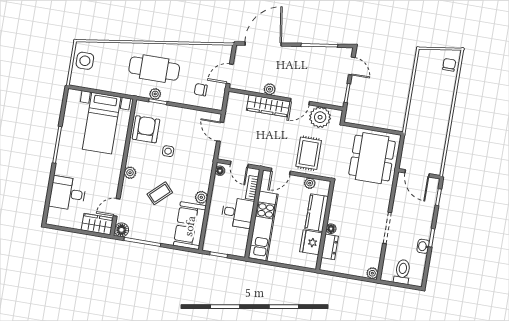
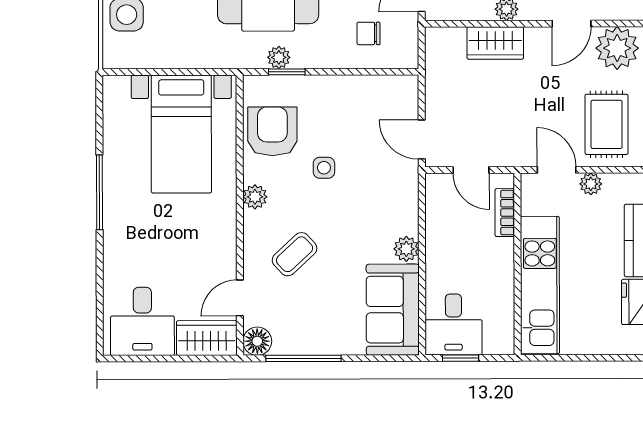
wardrobe: (268, 106) -> (495, 43), width x0.67
door: (220, 132) -> (422, 140), moved
floor lamp: (220, 171) -> (435, 189), removed
door: (281, 171) -> (557, 170), swing flipped
plant: (130, 173) -> (255, 197), moved
plant: (310, 183) -> (591, 184), moved
desk: (68, 193) -> (142, 321), moved, turned -90
coffee table: (160, 193) -> (295, 254), moved
desk: (237, 213) -> (453, 324), moved, turned 90

